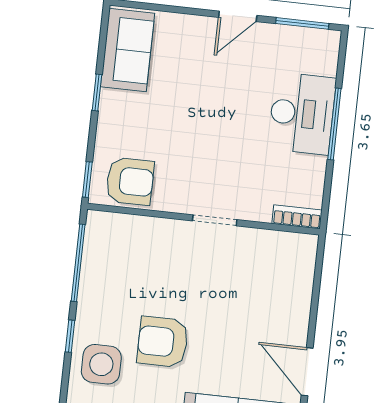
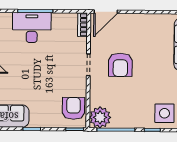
plant: (106, 233) -> (100, 117), added
armchair: (163, 342) -> (120, 65), moved
door: (307, 372) -> (106, 12), moved

